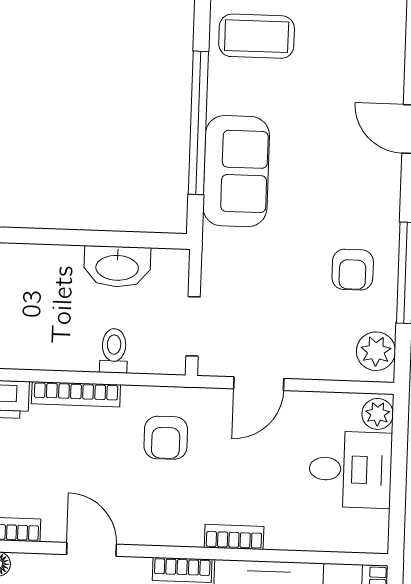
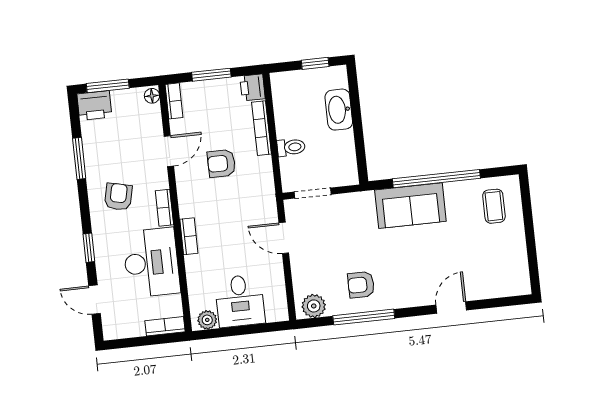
coffee table: (257, 36) -> (494, 206), width x0.73, depth x0.77
washbasin: (117, 267) -> (339, 110), moved
plant: (378, 414) -> (207, 320), moved
armchair: (166, 438) -> (221, 163), moved

